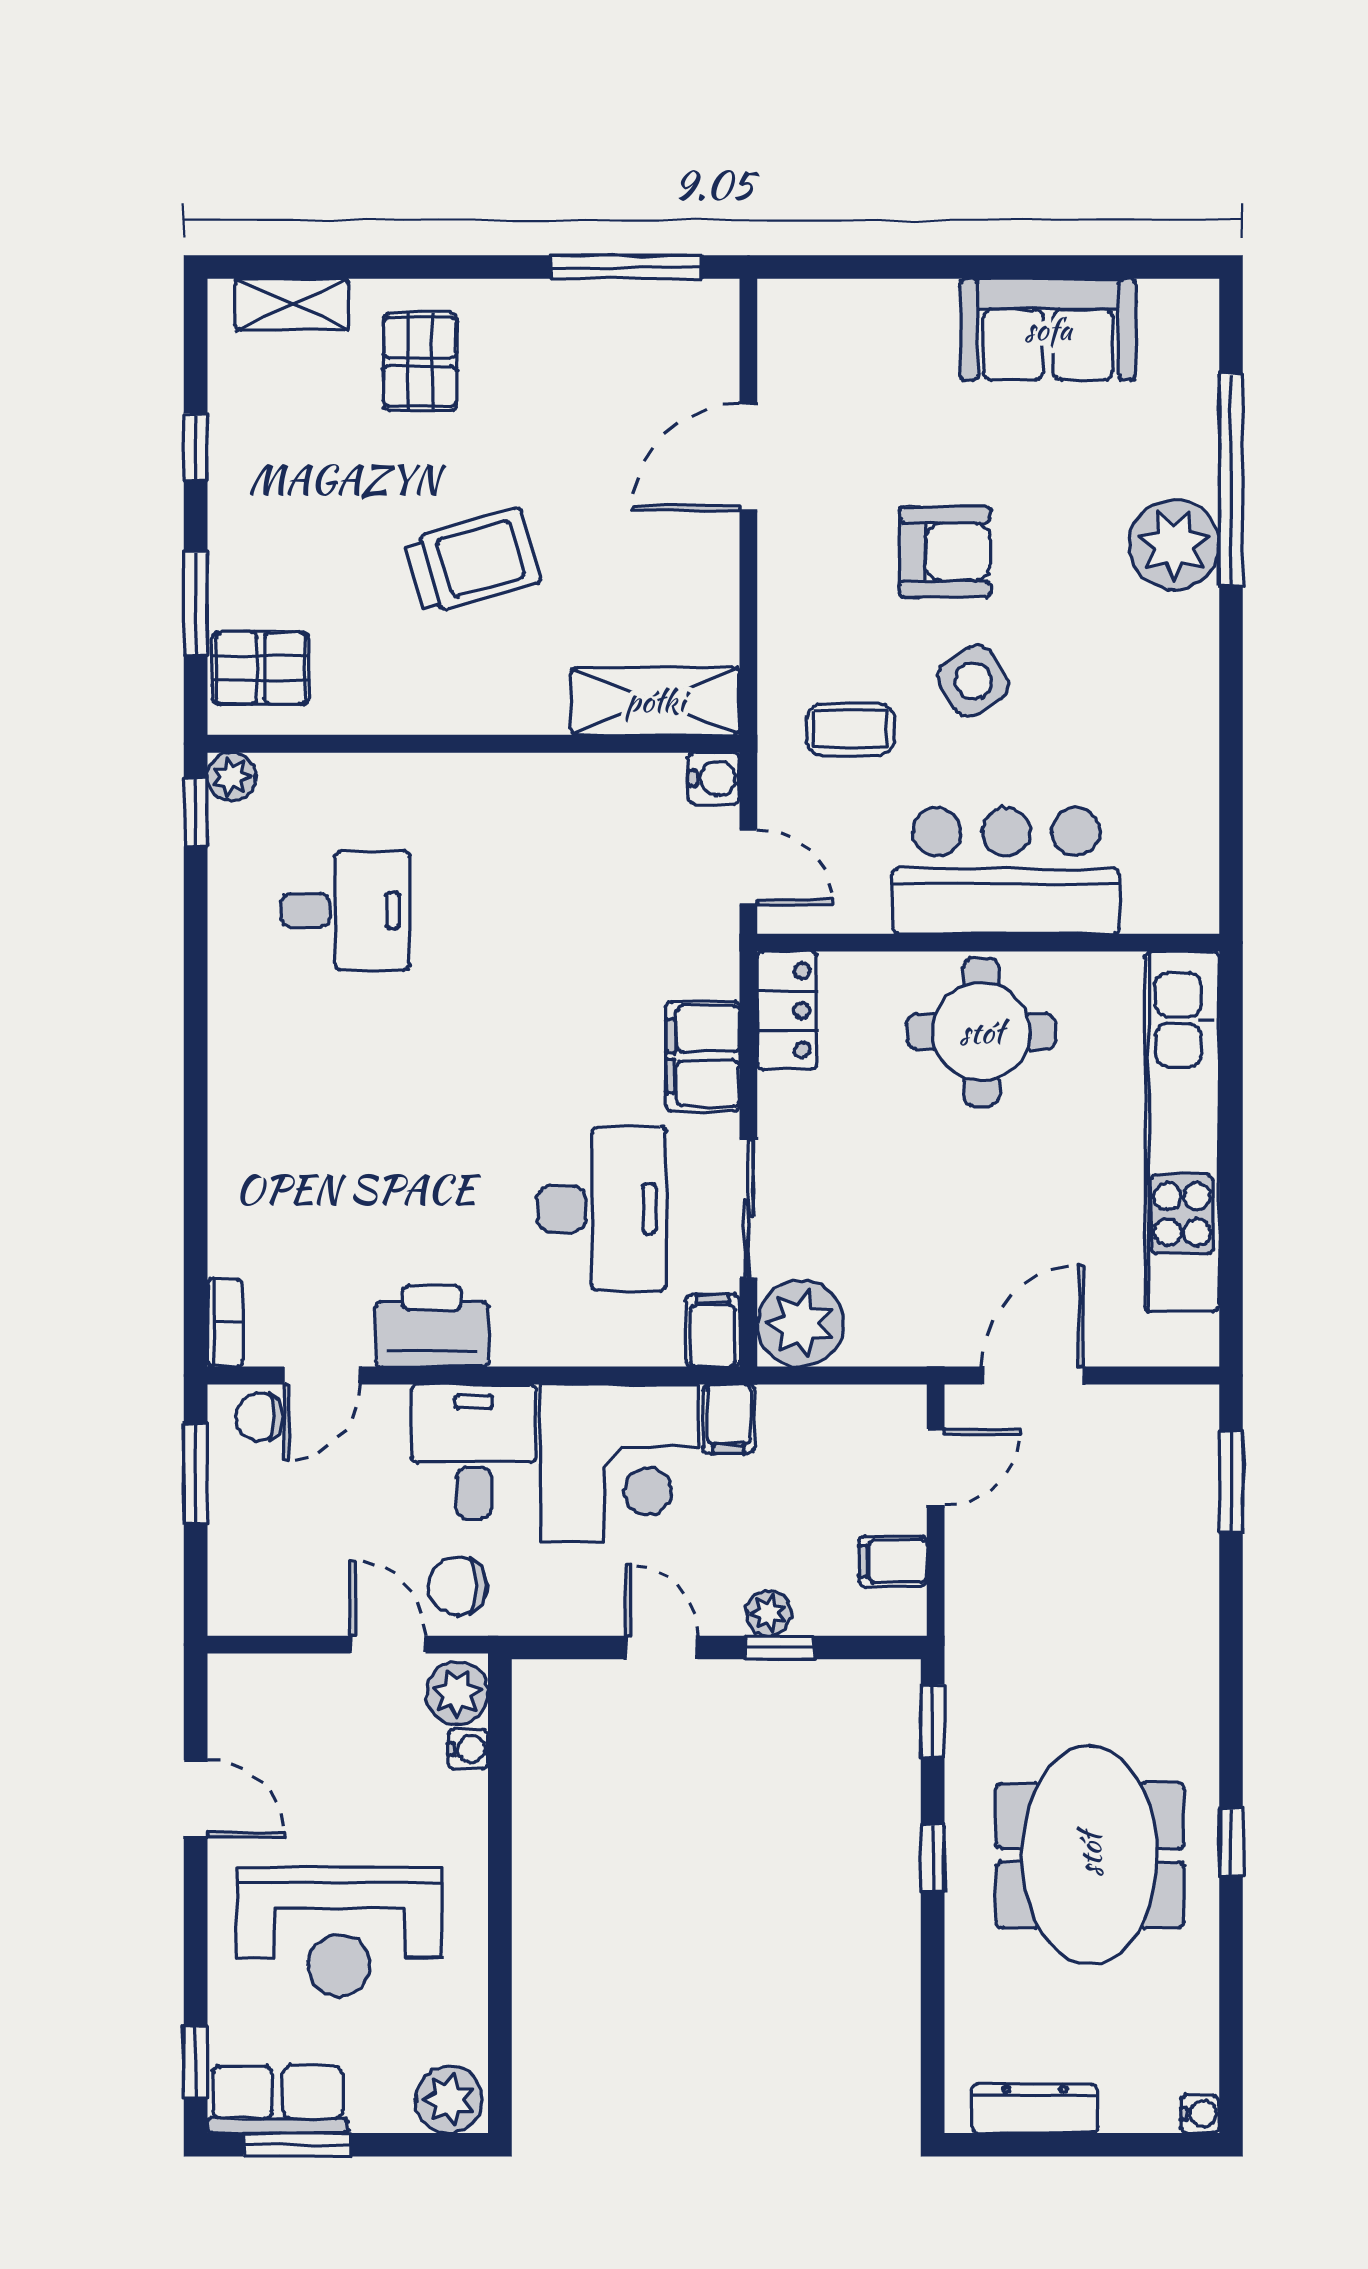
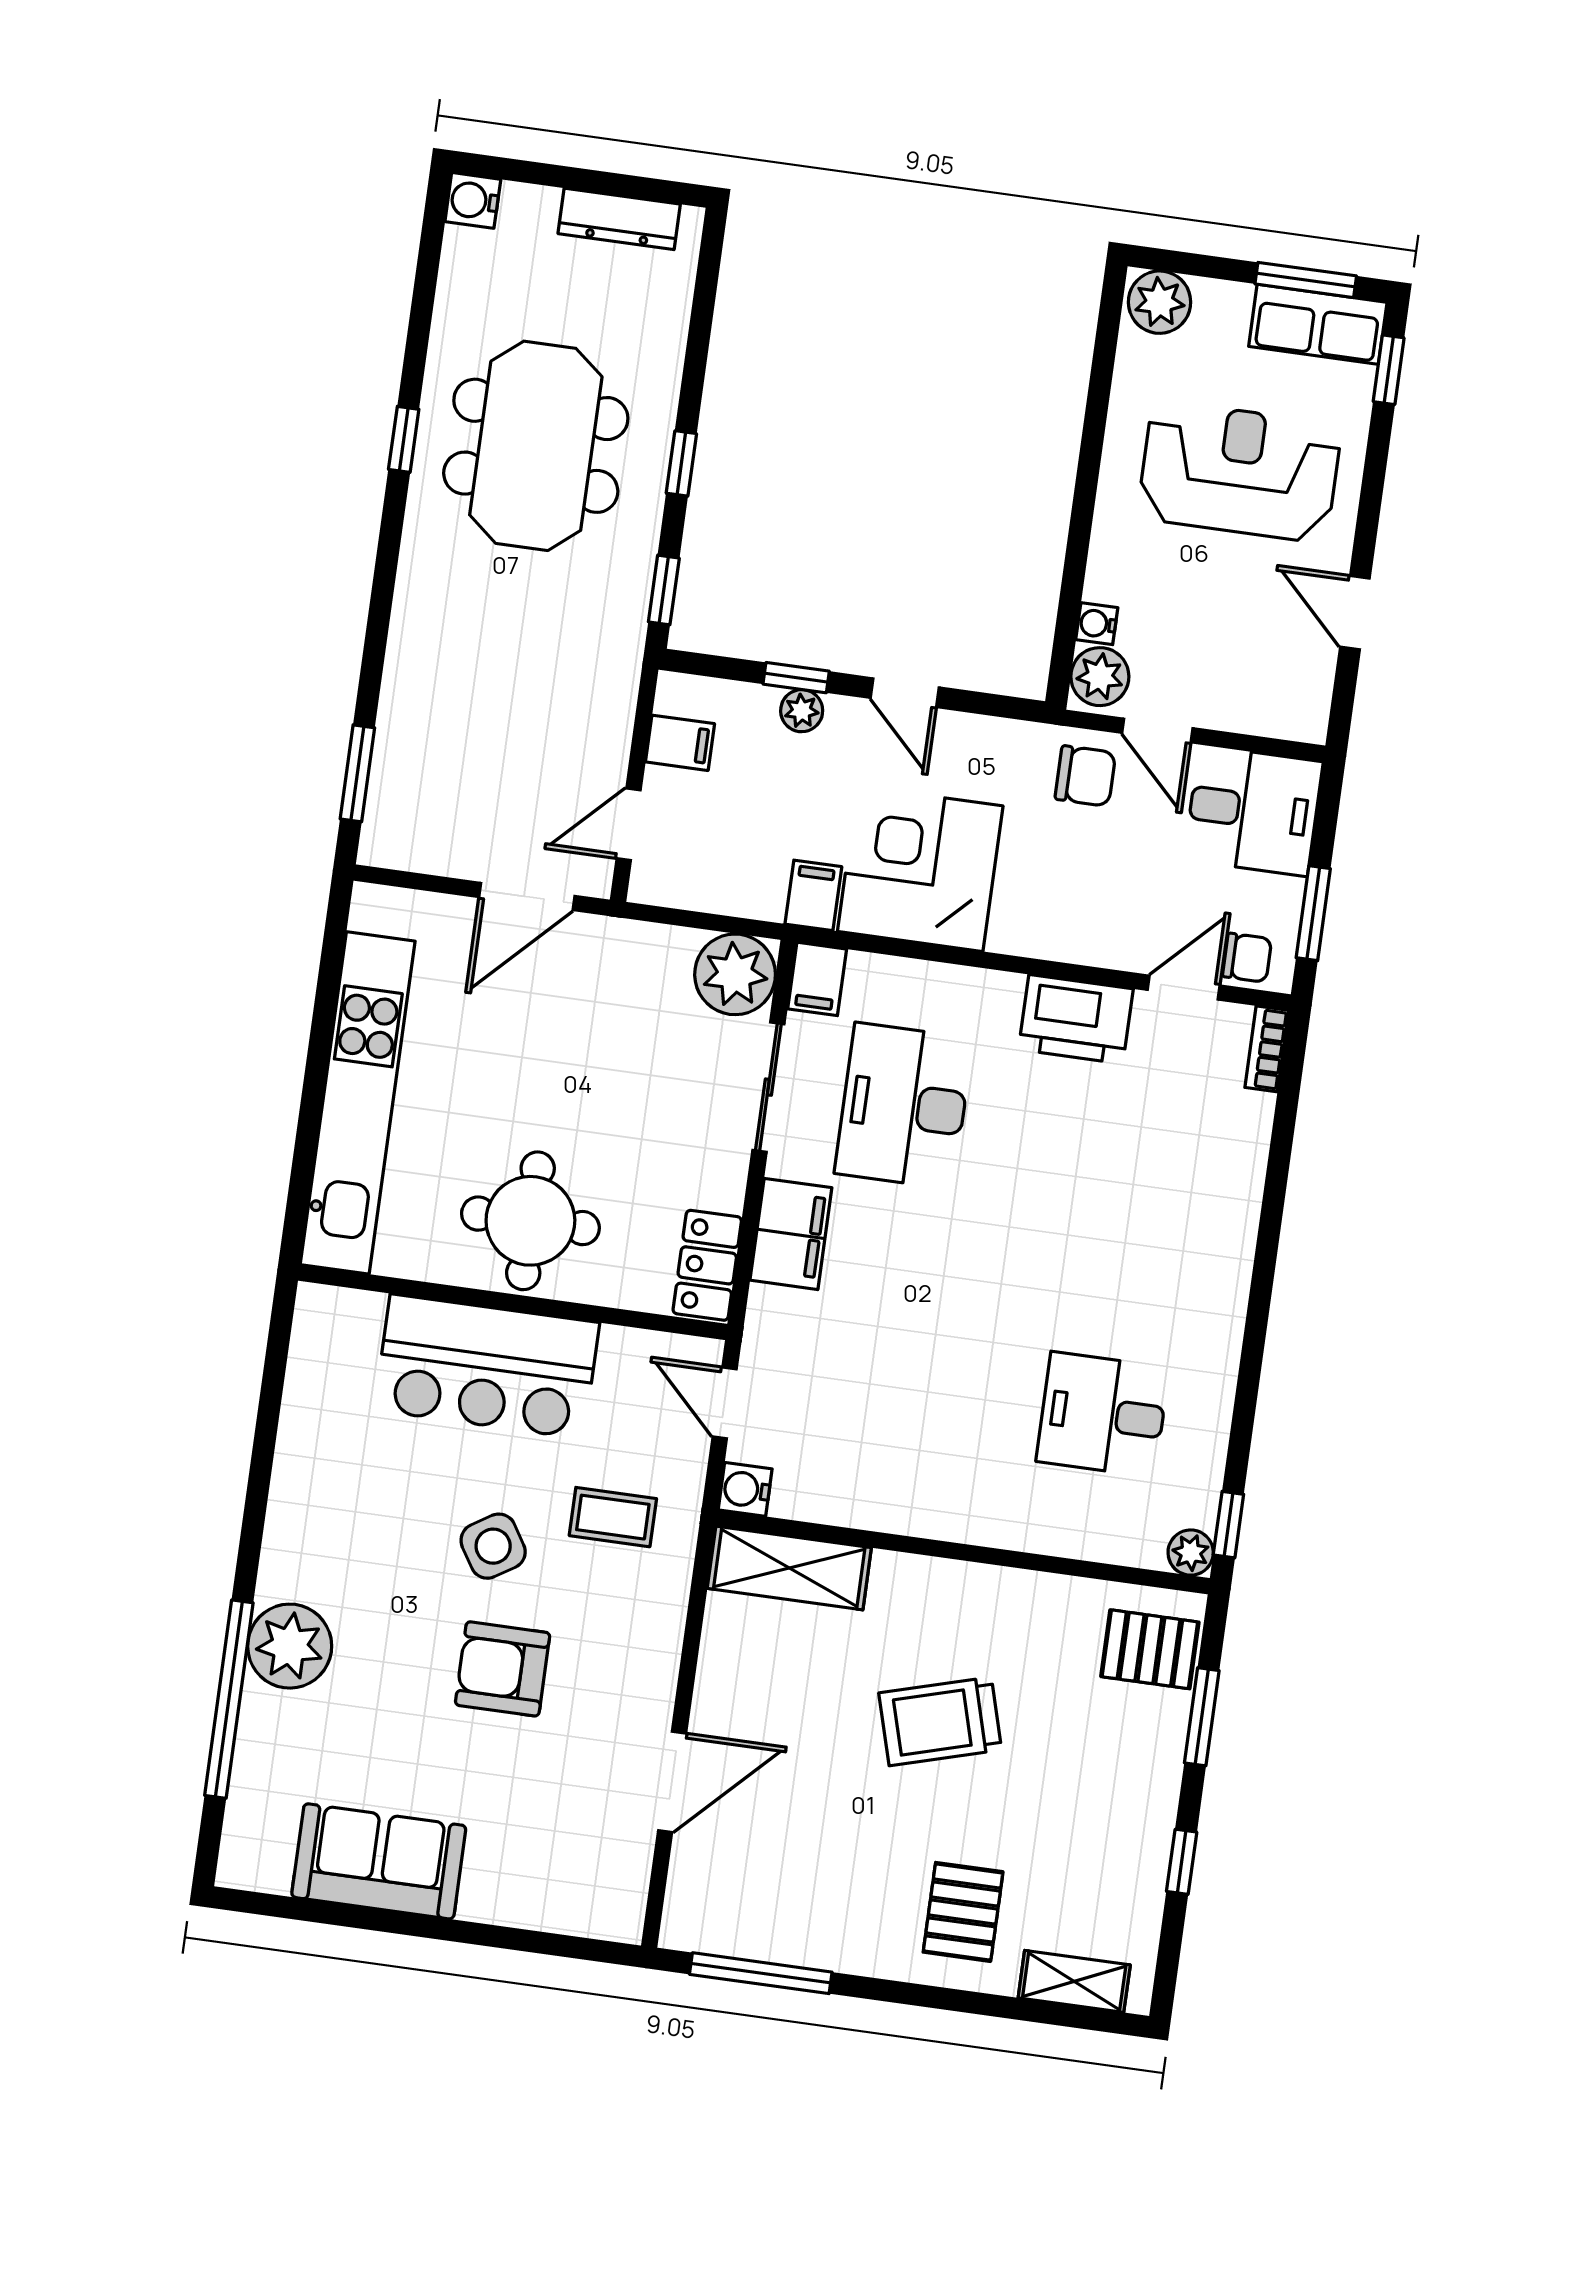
desk: (474, 1451) -> (1253, 811), moved, turned -90
water cooler: (1200, 2114) -> (473, 200), width x1.38, depth x1.38

